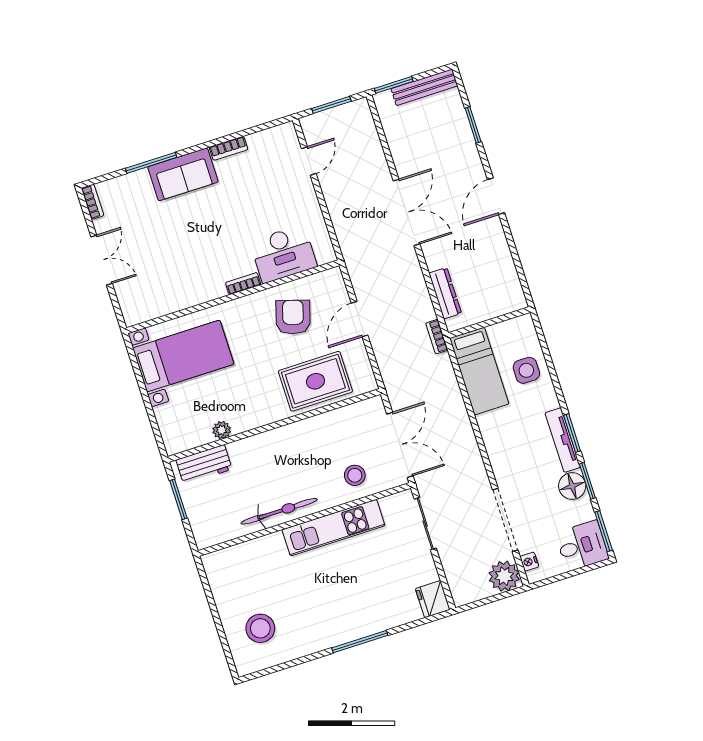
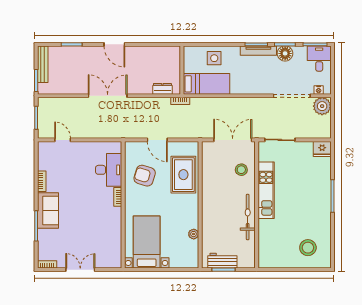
dresser: (445, 293) -> (162, 89), width x0.70
workbench: (204, 465) -> (222, 261), moved, turned -90

